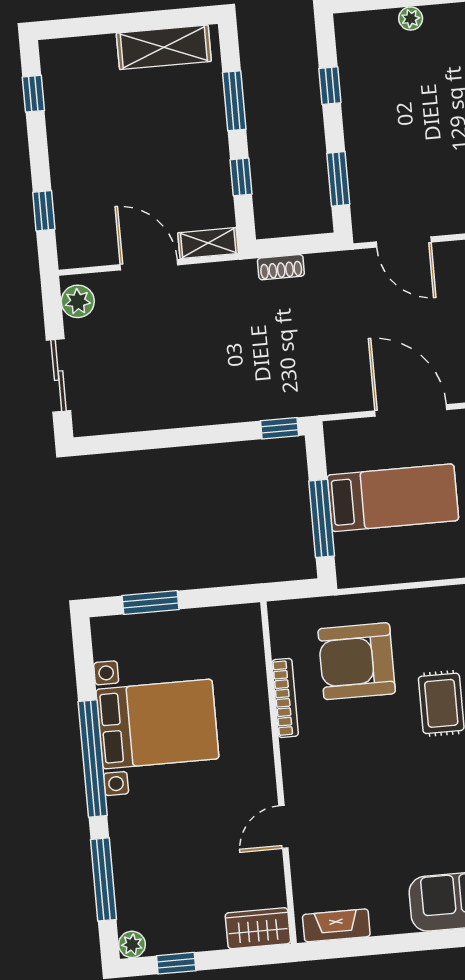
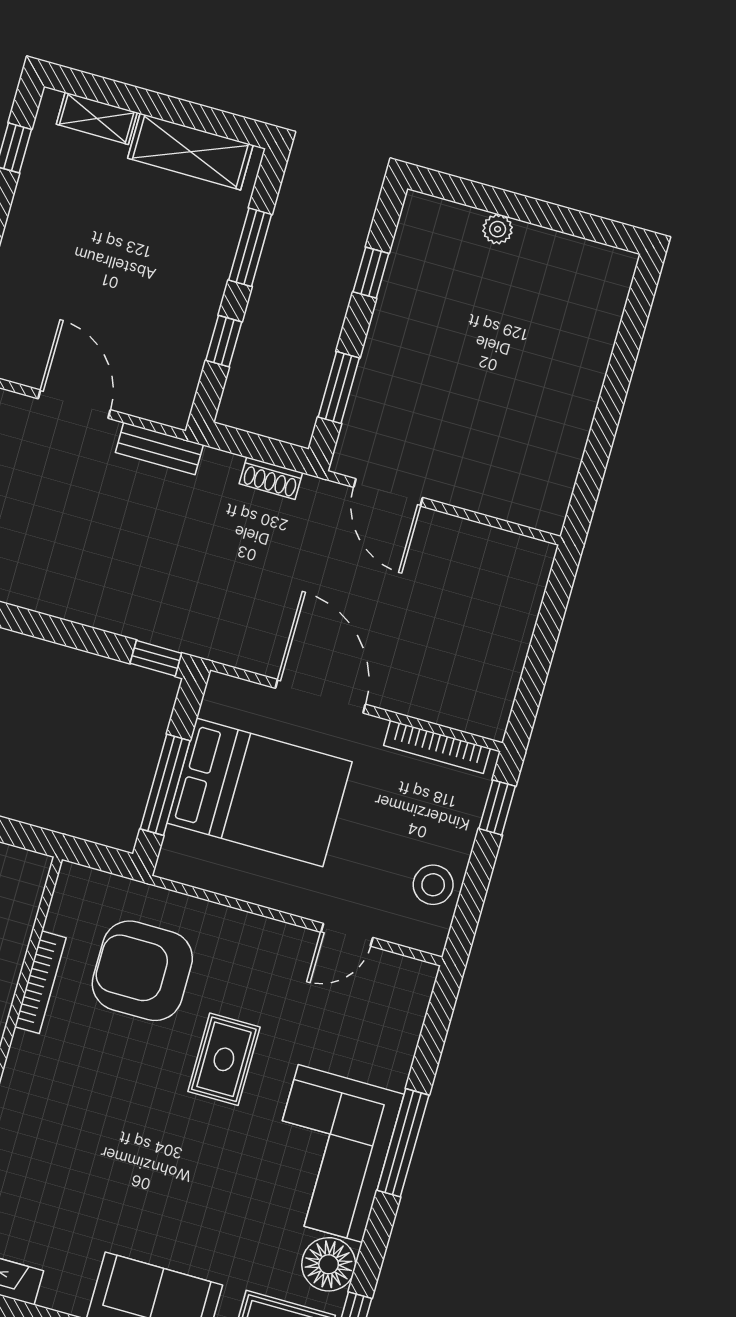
shelving: (208, 243) -> (97, 118), moved
shoe rack: (281, 267) -> (271, 478), moved
bench: (224, 274) -> (159, 449), added
bed: (393, 498) -> (259, 792), width x1.50

